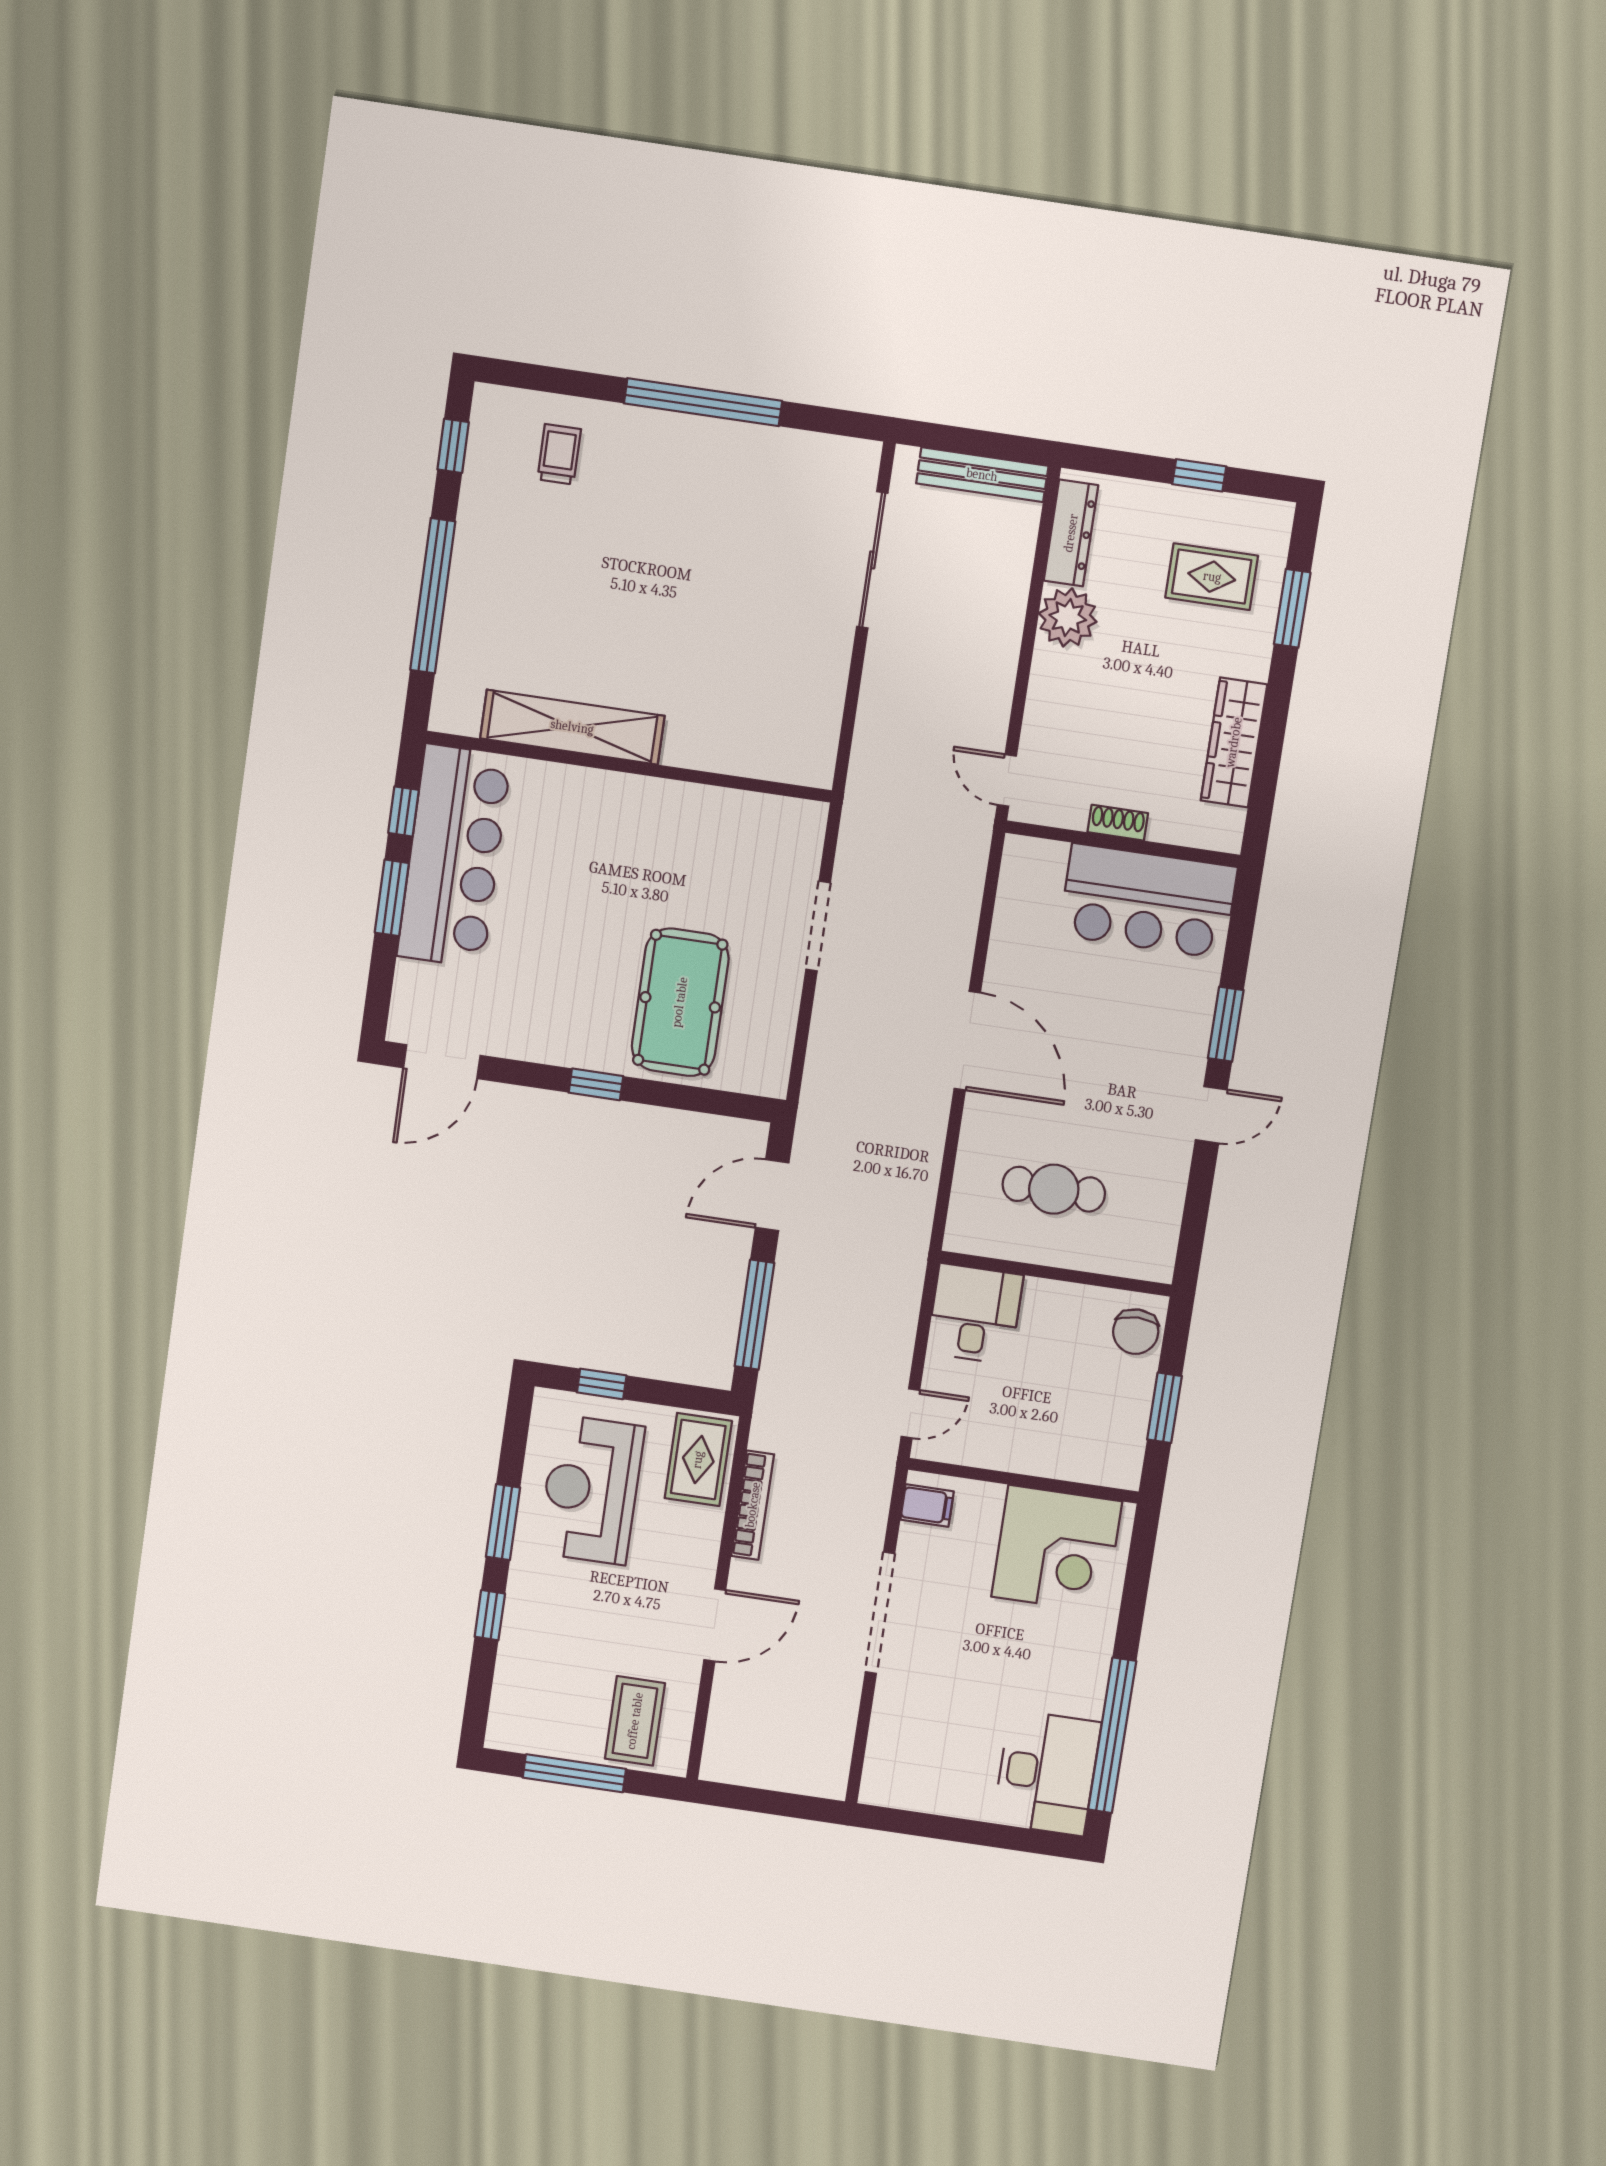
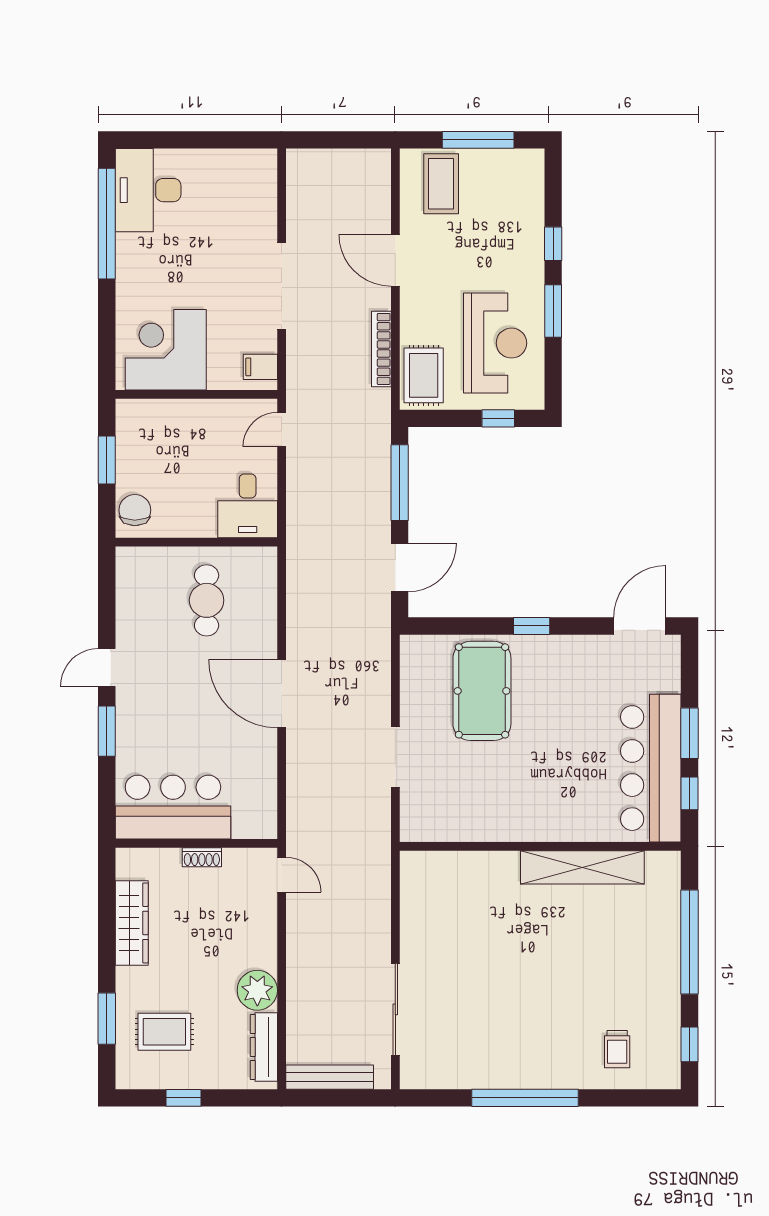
cafe table: (1054, 1189) -> (207, 600), turned 90
door: (715, 1625) -> (395, 260), hinge flipped

